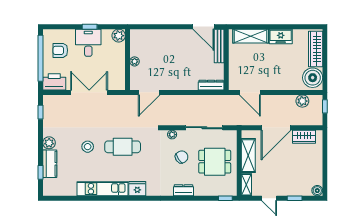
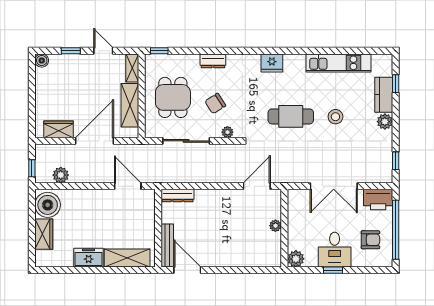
wardrobe: (316, 49) -> (44, 234), width x0.67
dining table: (215, 162) -> (173, 97), turned 90
kitchen unit: (103, 189) -> (338, 63), moved

